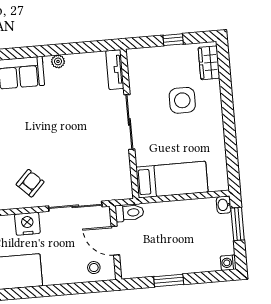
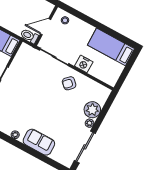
door: (115, 241) -> (45, 27), swing flipped

